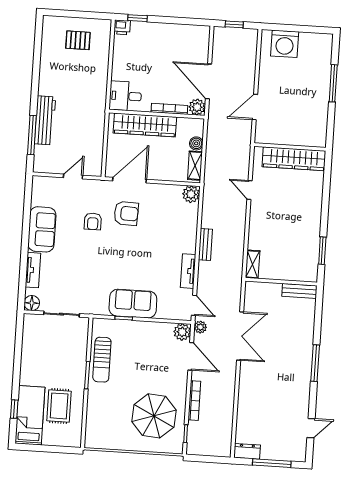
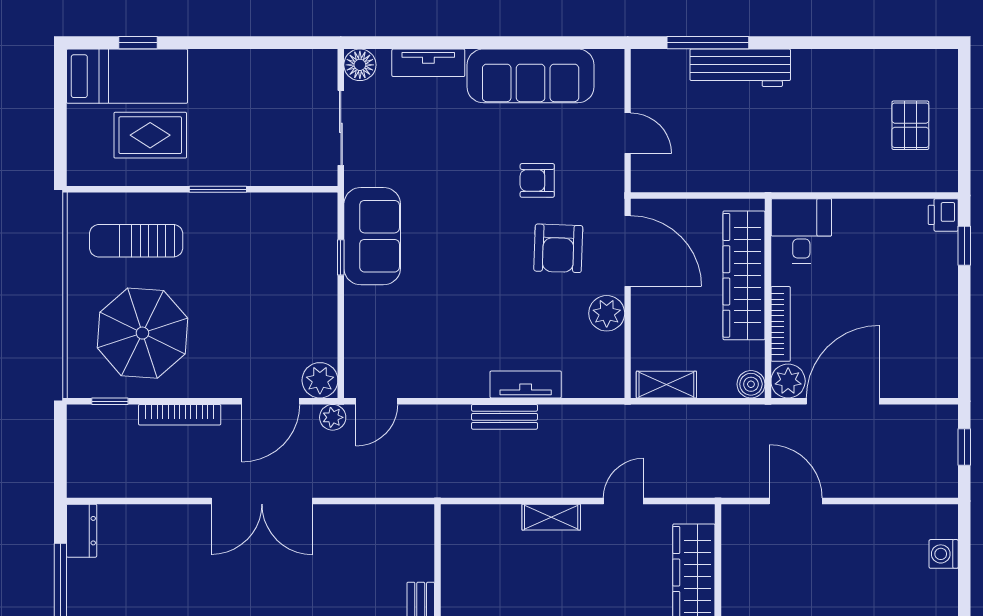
washing machine: (285, 44) -> (944, 554), width x0.53, depth x0.53
boiler: (196, 143) -> (751, 384), moved
plant: (191, 194) -> (607, 313), moved
sofa: (42, 229) -> (531, 76), width x1.36
shelving: (253, 264) -> (551, 517), moved
tv unit: (188, 271) -> (526, 384), moved
sofa: (133, 304) -> (372, 236), moved
double door: (240, 336) -> (262, 501), moved
sun lounger: (102, 360) -> (136, 241), moved

